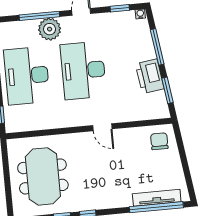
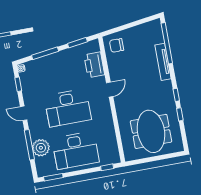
plant: (50, 29) -> (41, 148), moved
printer: (150, 76) -> (94, 65), moved, turned 98
meeting table: (43, 176) -> (151, 131), turned 90
tv unit: (157, 198) -> (163, 62), moved

